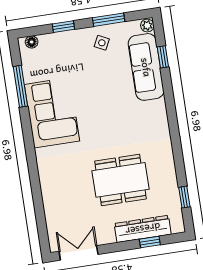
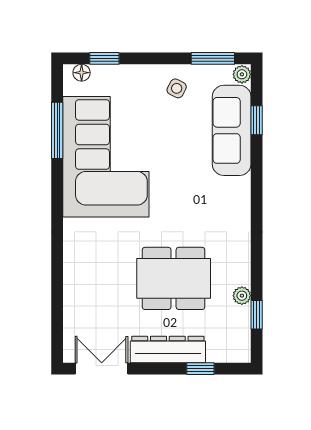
window: (109, 20) -> (213, 58), moved
window: (63, 27) -> (104, 58), moved
corner sofa: (52, 113) -> (106, 157), width x1.36, depth x1.36
plant: (172, 185) -> (242, 296), added
dresser: (143, 229) -> (168, 349), moved

